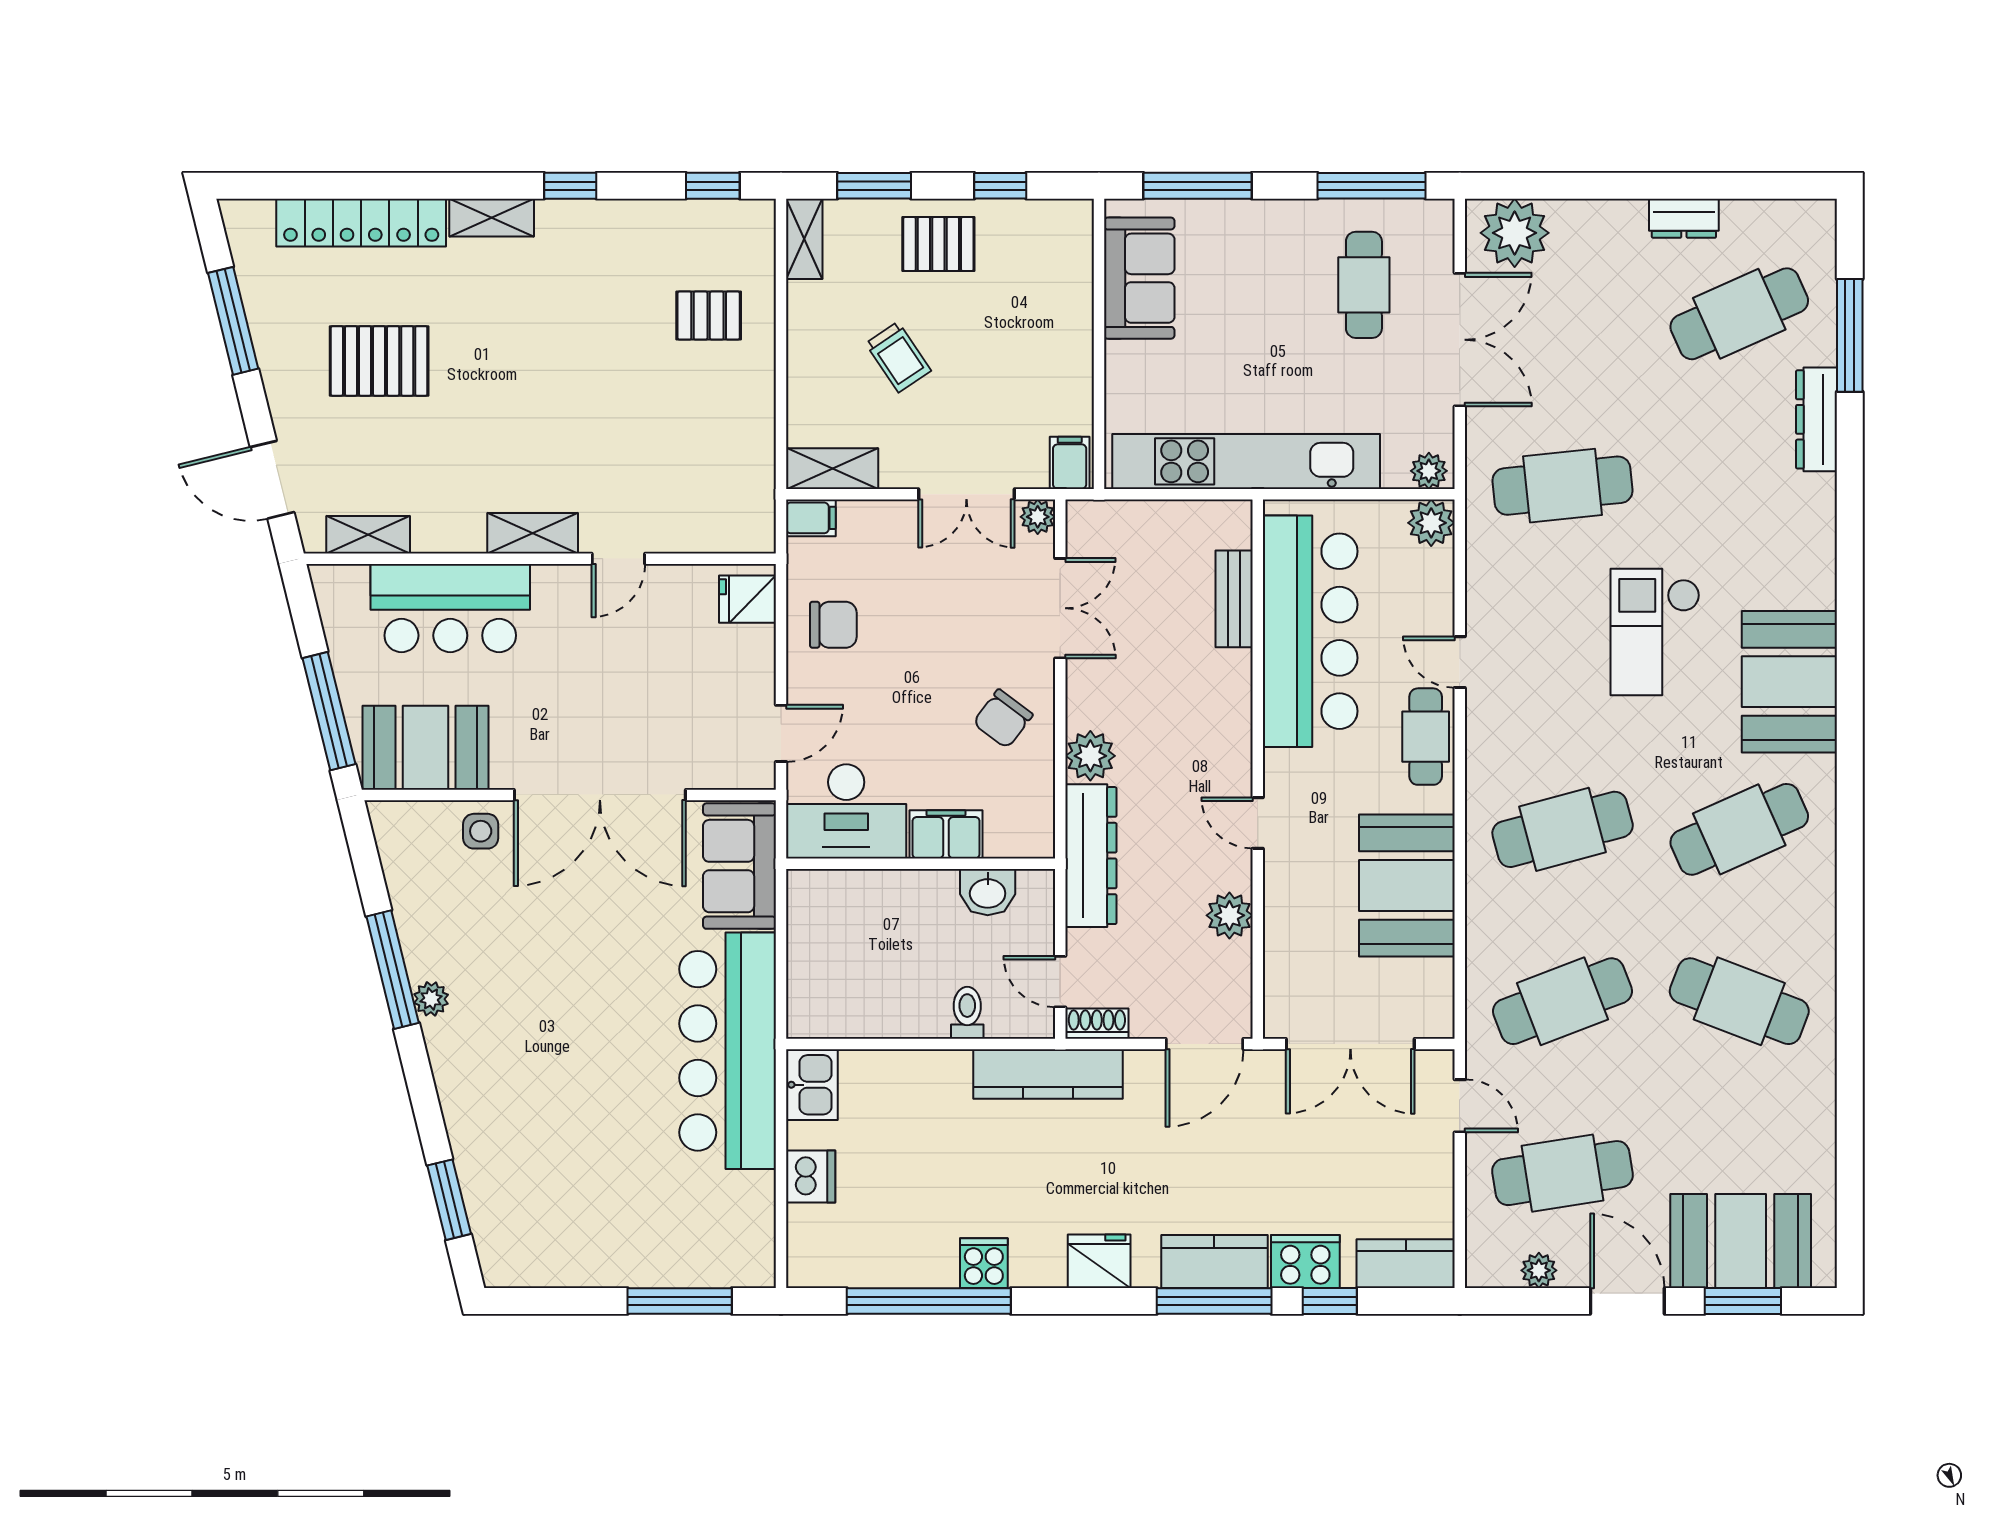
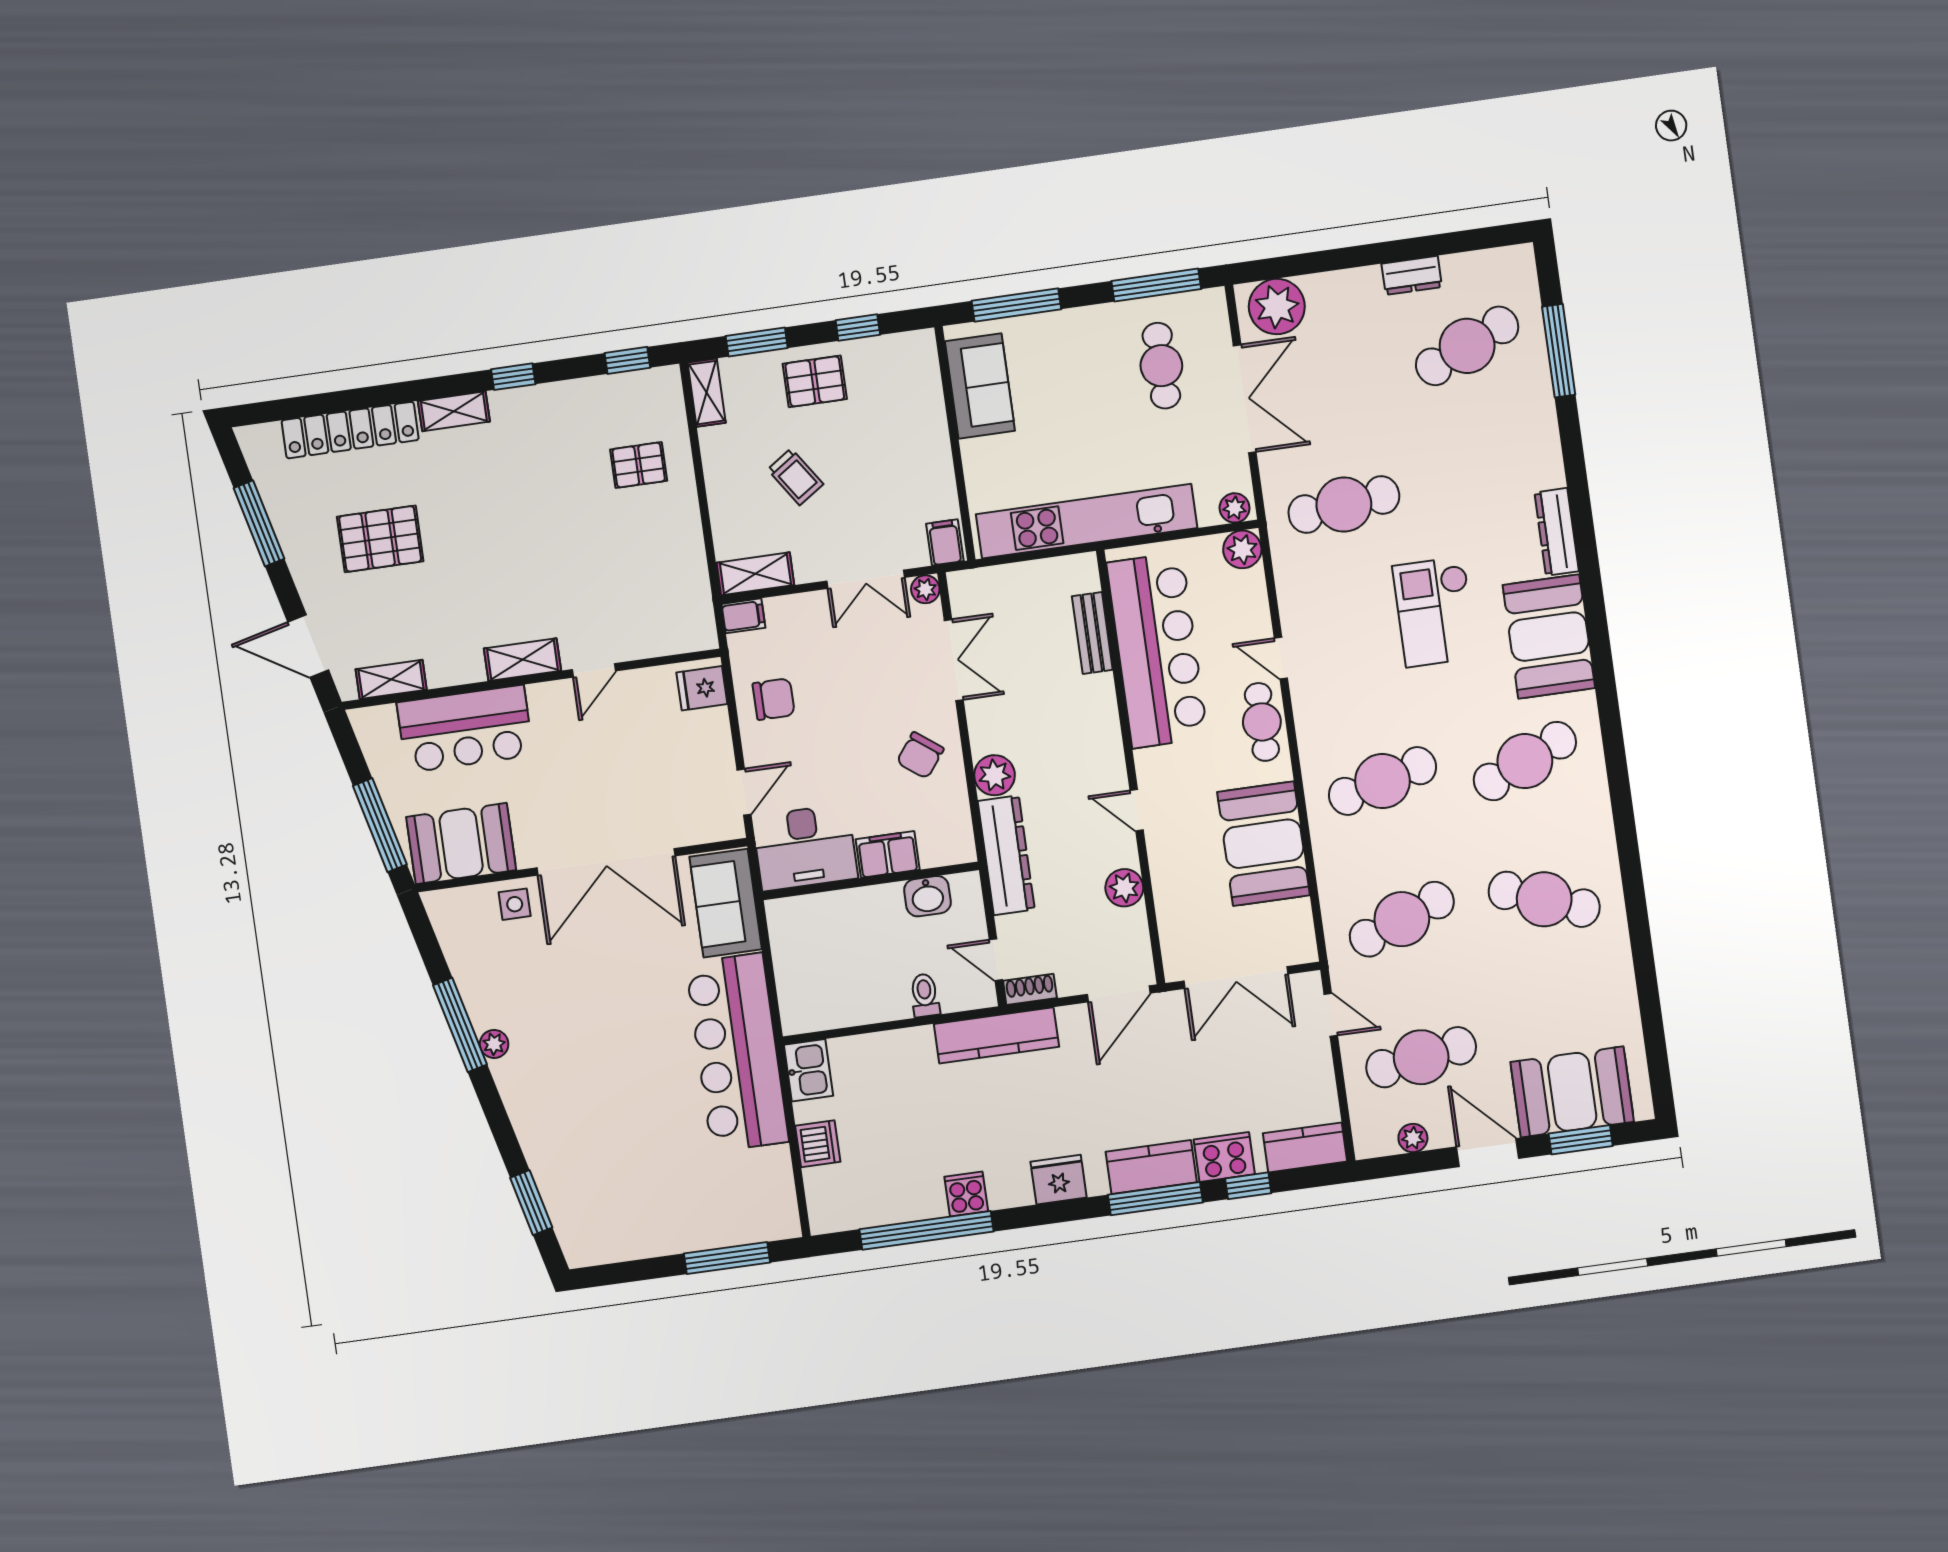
dresser: (1817, 419) -> (1557, 532), moved

